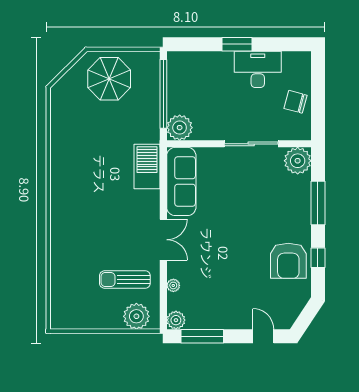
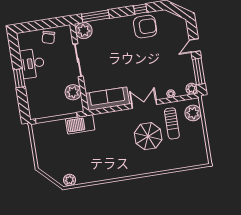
parasol: (109, 79) -> (148, 136), moved
plant: (60, 99) -> (70, 180), added
plant: (180, 128) -> (73, 92), moved
barbecue: (147, 166) -> (80, 124), moved
window: (318, 203) -> (95, 16), moved
door: (263, 336) -> (195, 46), moved

